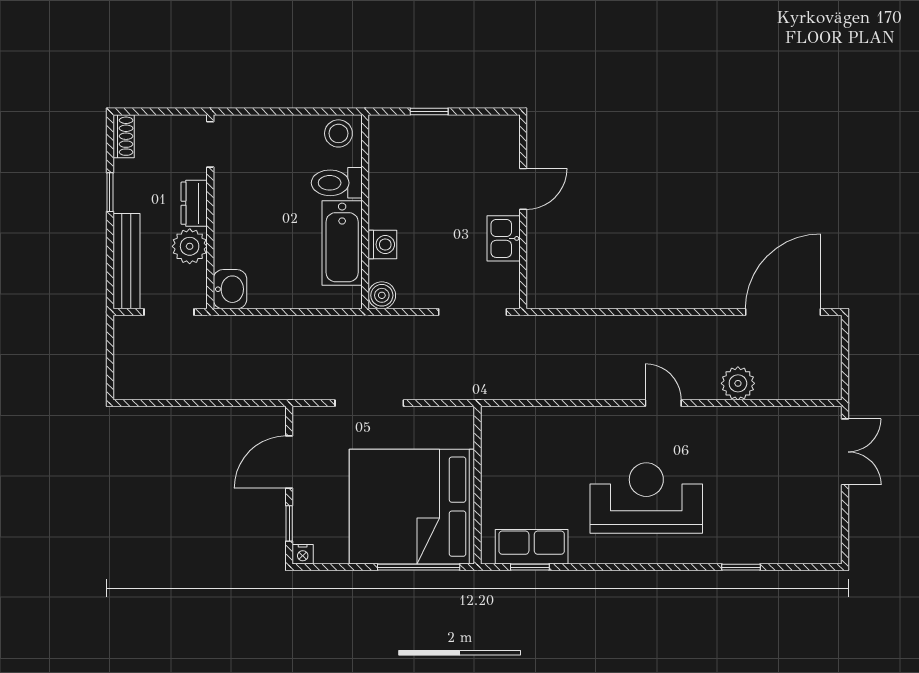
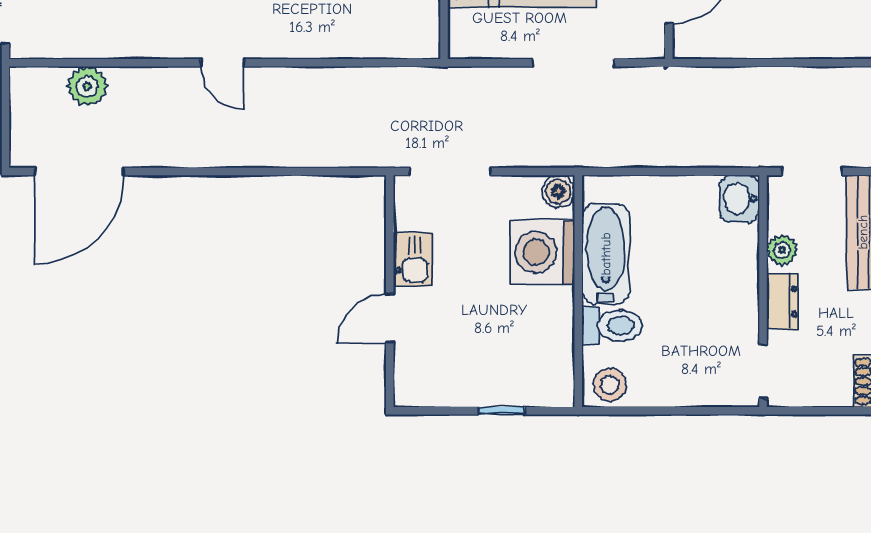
washing machine: (382, 244) -> (542, 252), width x1.89, depth x1.89
plant: (190, 246) -> (782, 250), width x0.73, depth x0.73
plant: (738, 383) -> (87, 86), moved

